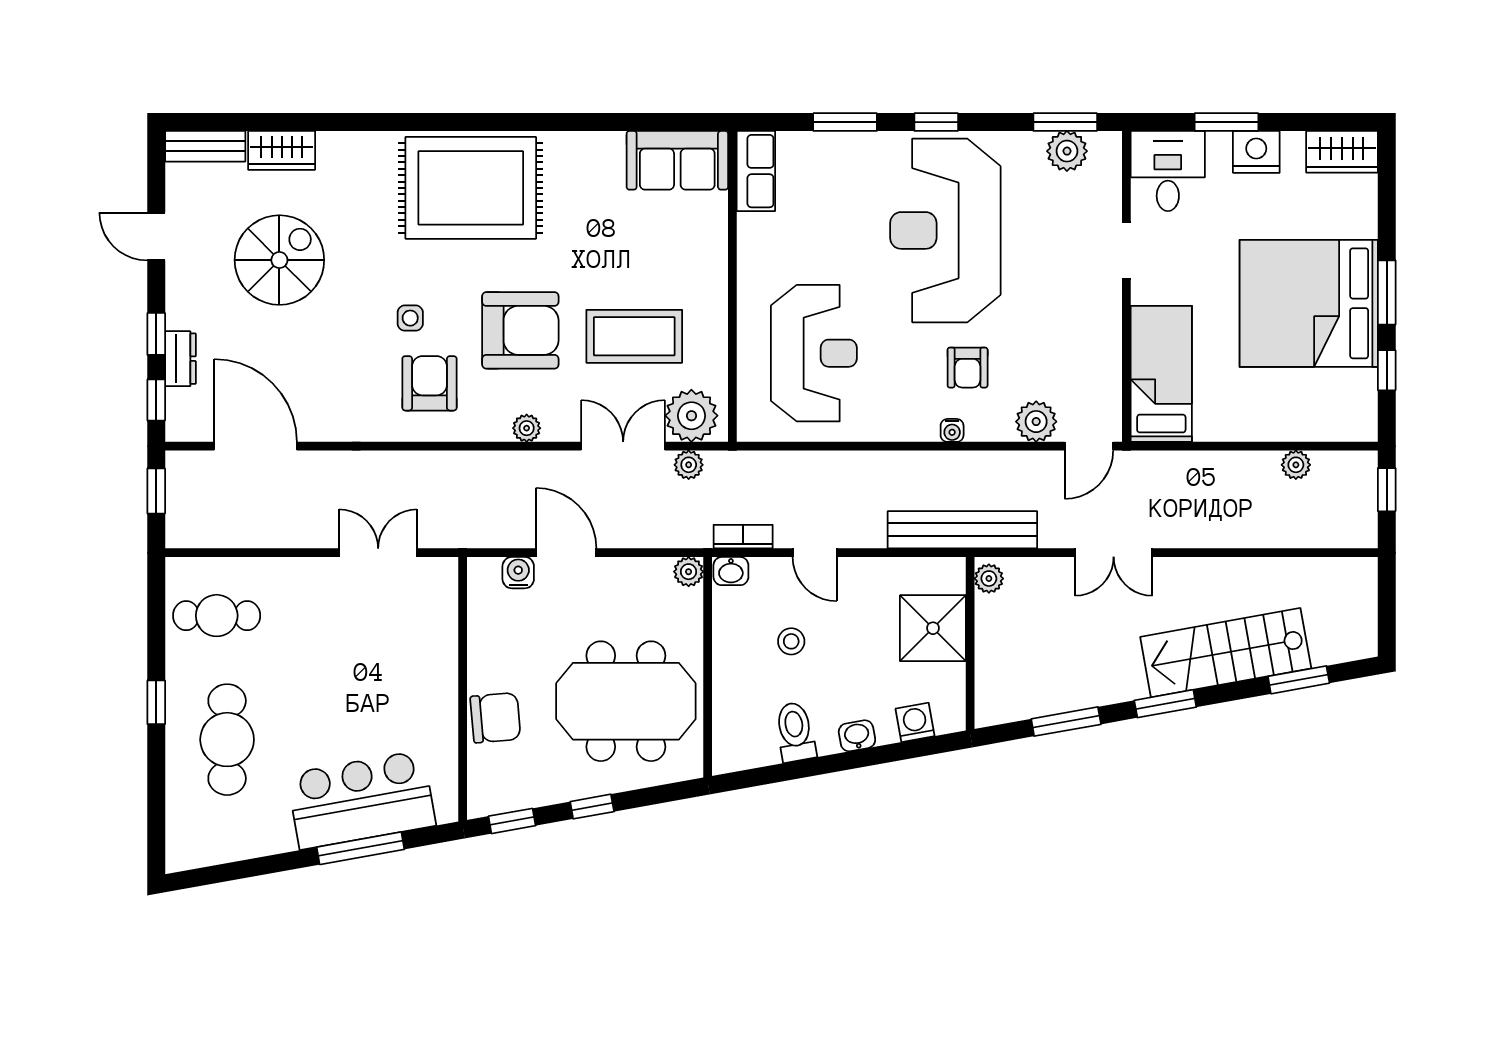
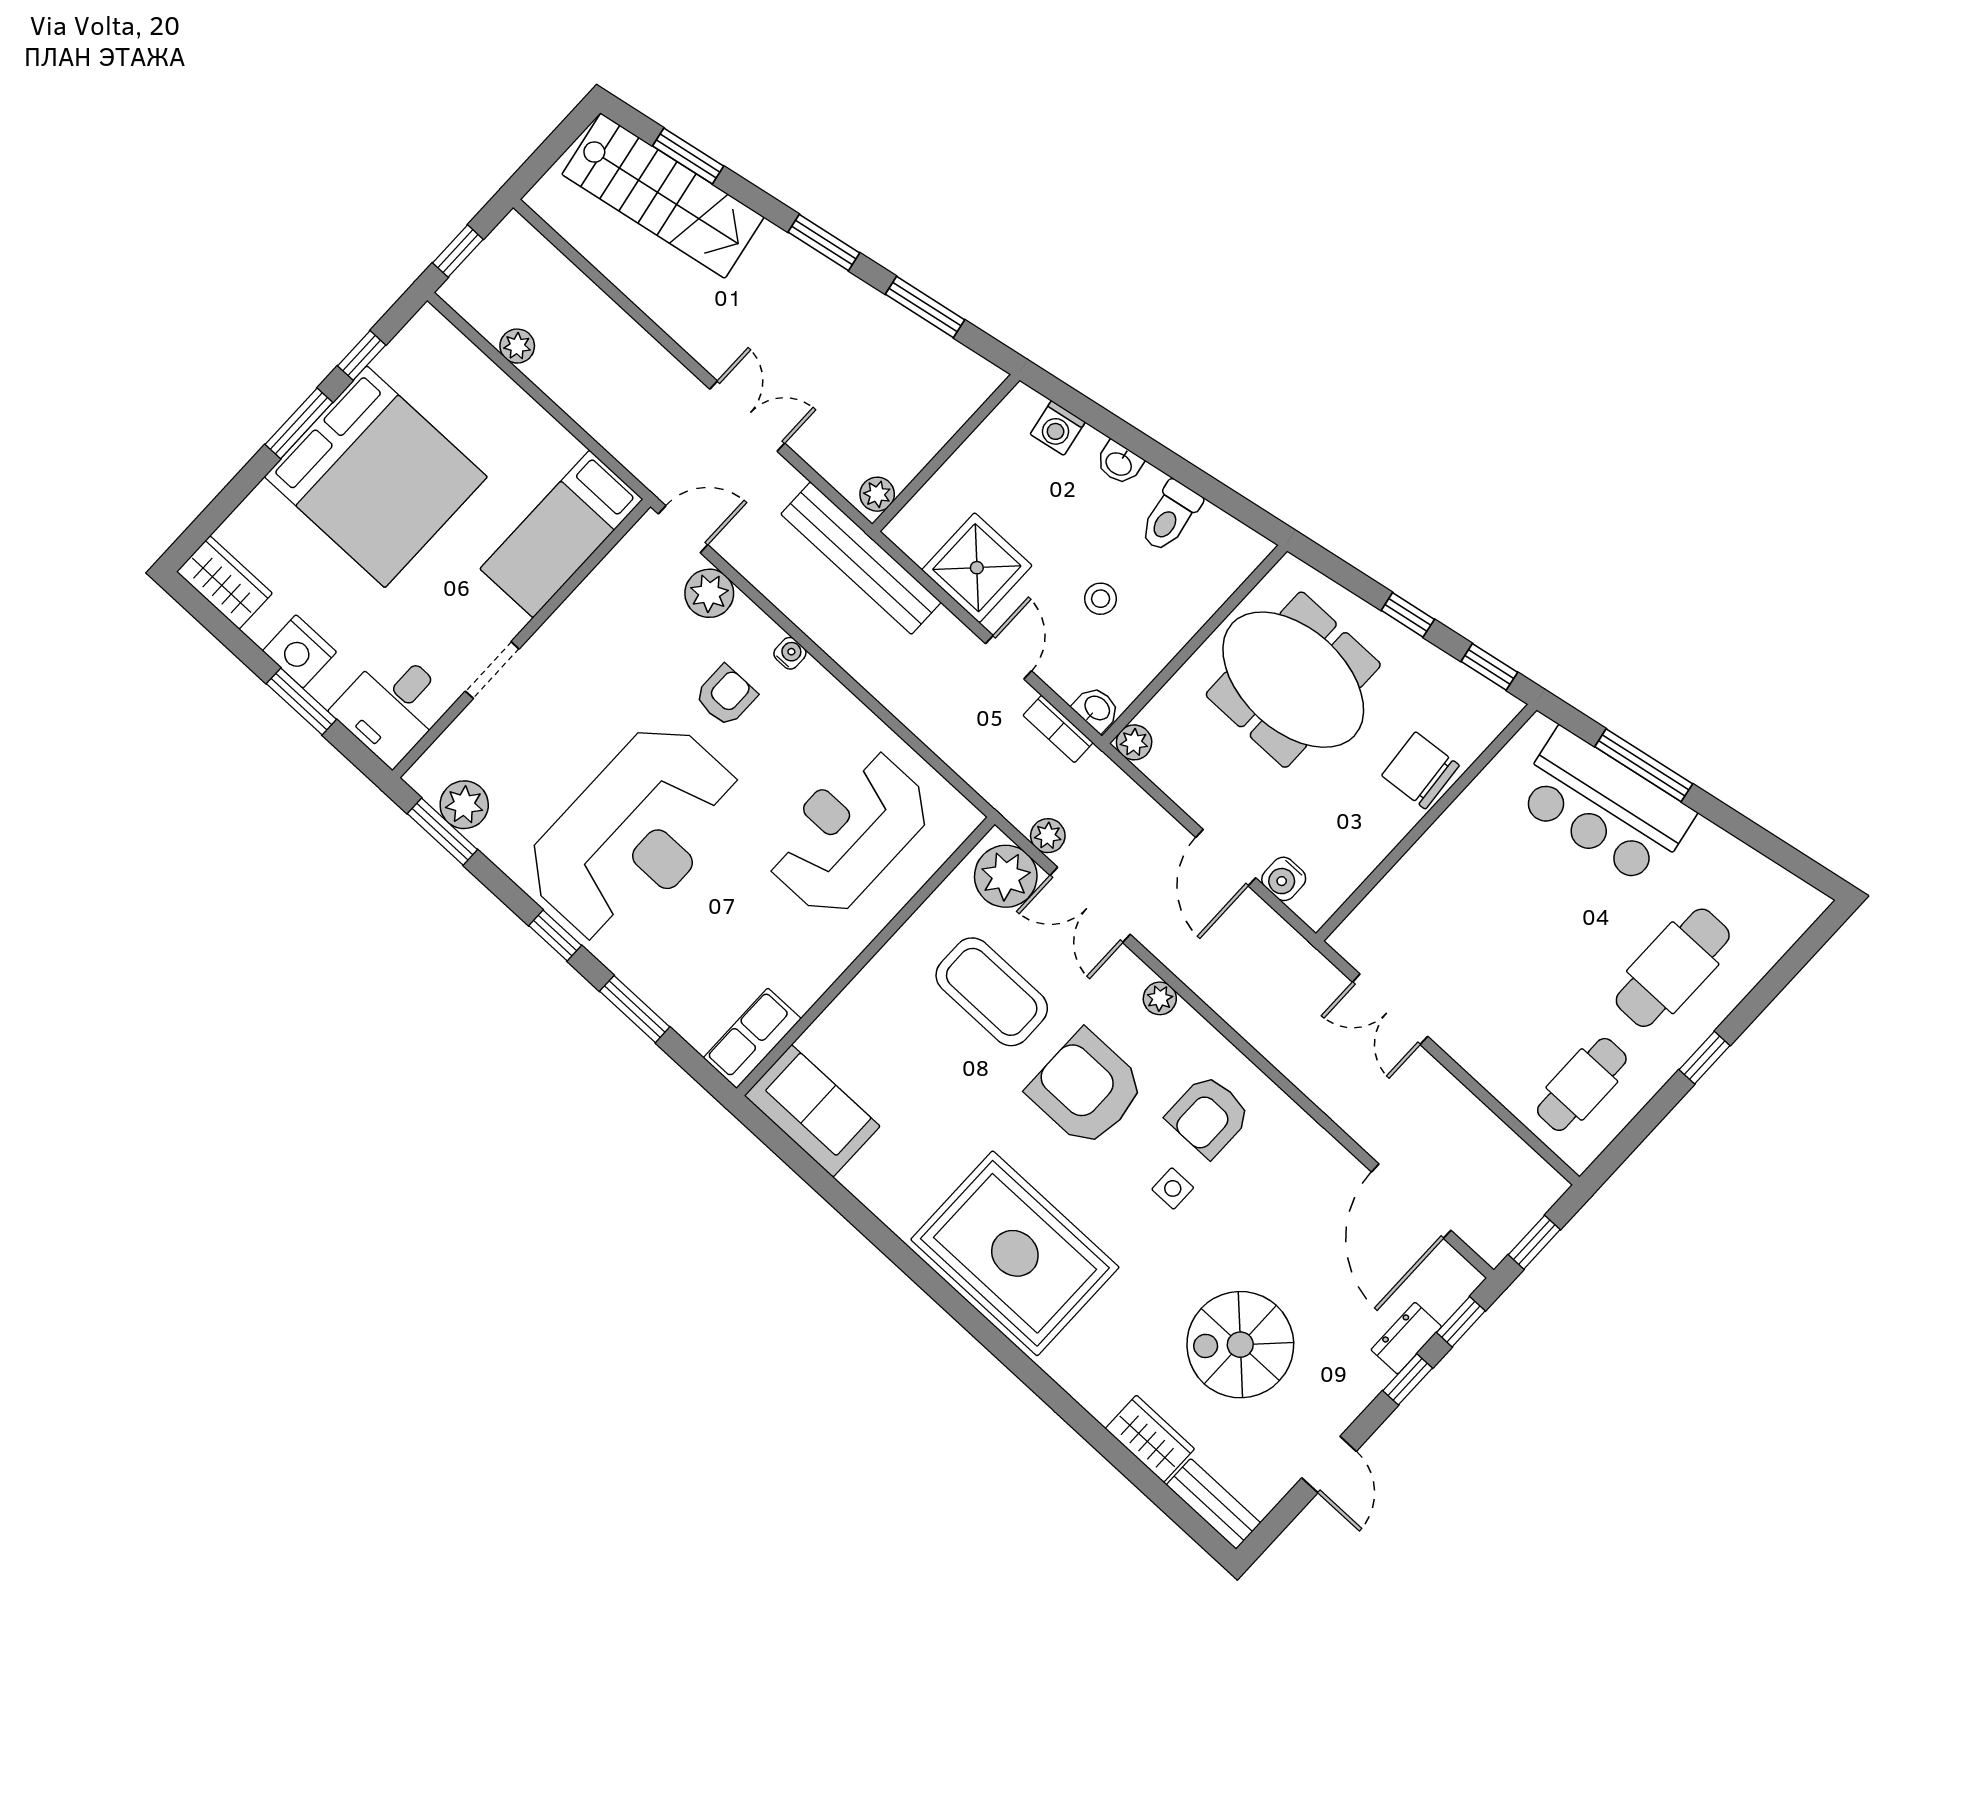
cafe table: (217, 616) -> (1582, 1084), turned 90
shower: (933, 628) -> (977, 568), moved
stairs: (1226, 653) -> (663, 196), moved

